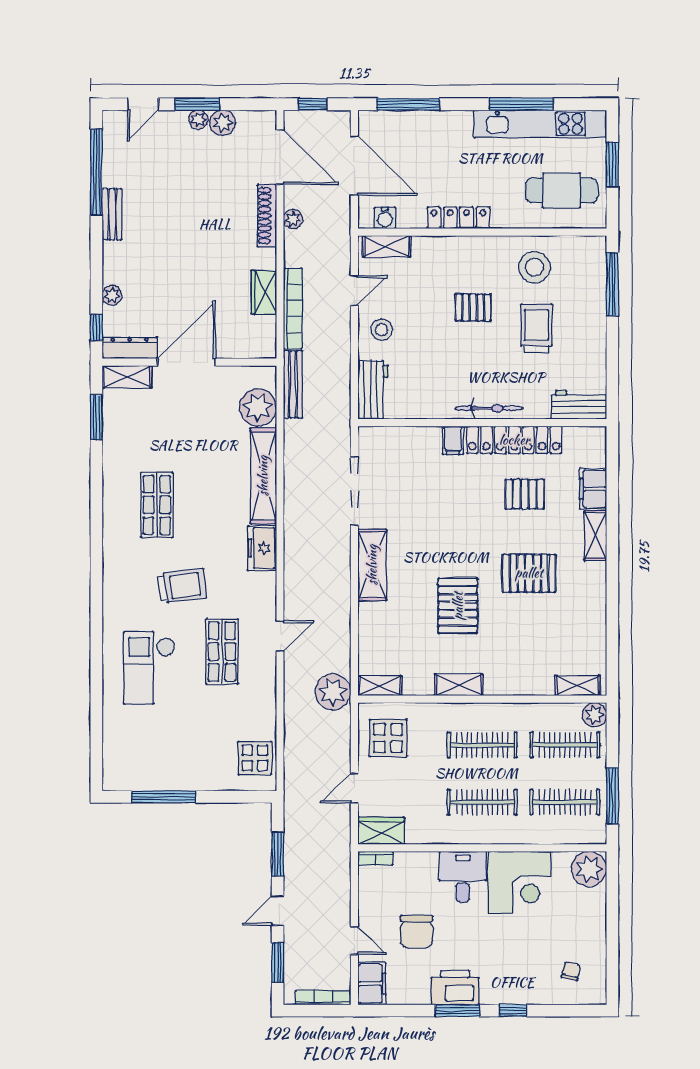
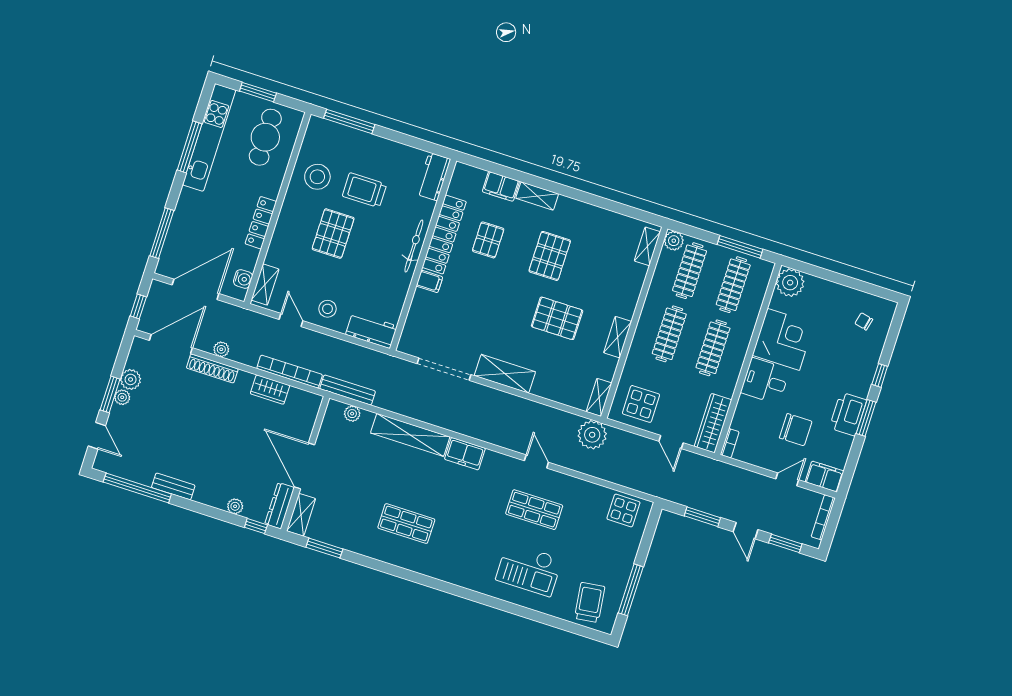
pallet: (473, 308) -> (333, 234), width x1.50, depth x1.42
plant: (258, 408) -> (352, 414), width x0.53, depth x0.53
trolley: (182, 586) -> (590, 602), moved
wardrobe: (381, 831) -> (713, 423), width x1.50

